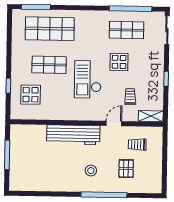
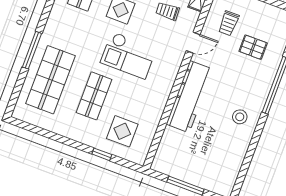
window: (36, 7) -> (32, 50), moved
door: (114, 123) -> (193, 43), swing flipped
stool: (91, 171) -> (240, 117), moved

